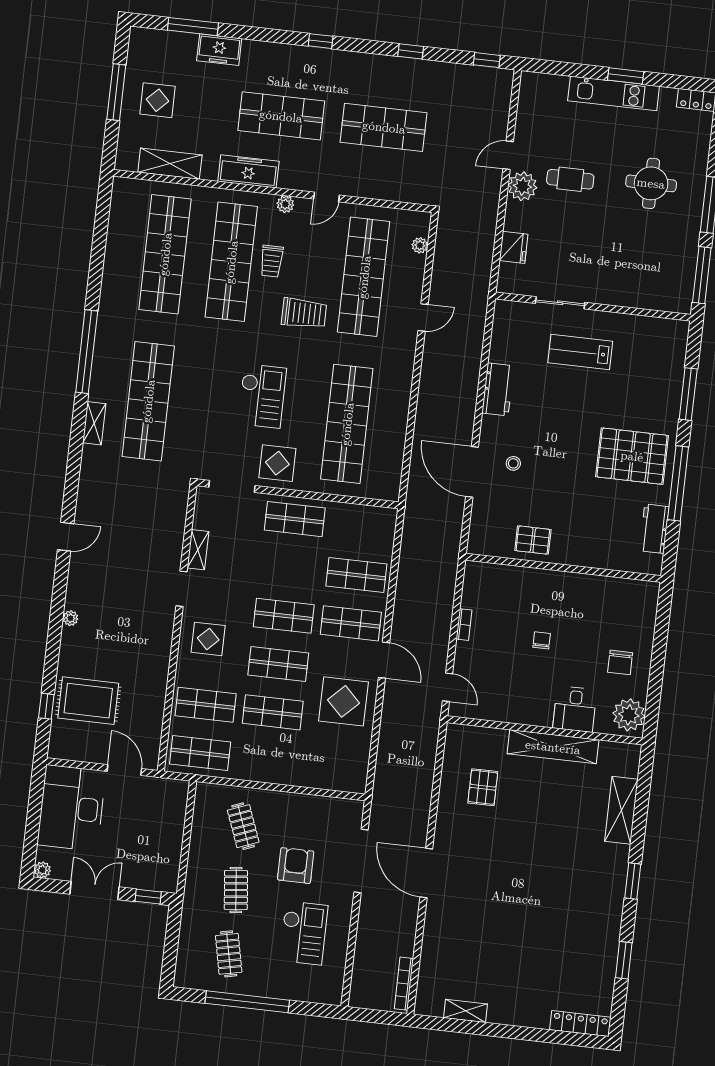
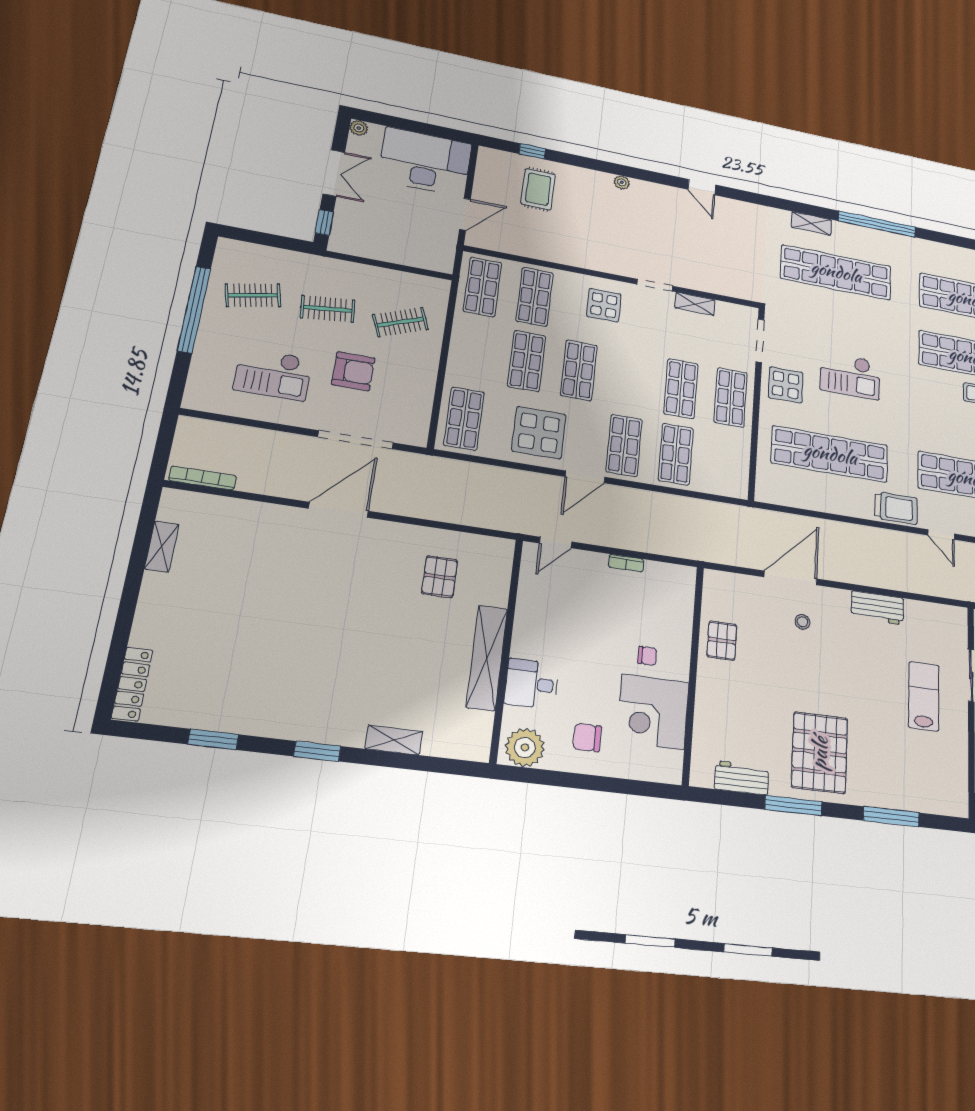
trolley: (304, 313) -> (896, 508), moved, turned -90
window: (678, 483) -> (794, 806), width x0.68
corner desk: (598, 605) -> (653, 712), added
shop shelf: (284, 616) -> (681, 389), moved
chair: (542, 640) -> (647, 656), moved
rug: (88, 701) -> (538, 189), width x0.73, depth x0.70
shop shelf: (334, 768) -> (464, 419), added
pallet: (483, 787) -> (440, 577), turned 90
shelving: (621, 810) -> (394, 740), width x0.67, depth x0.75

